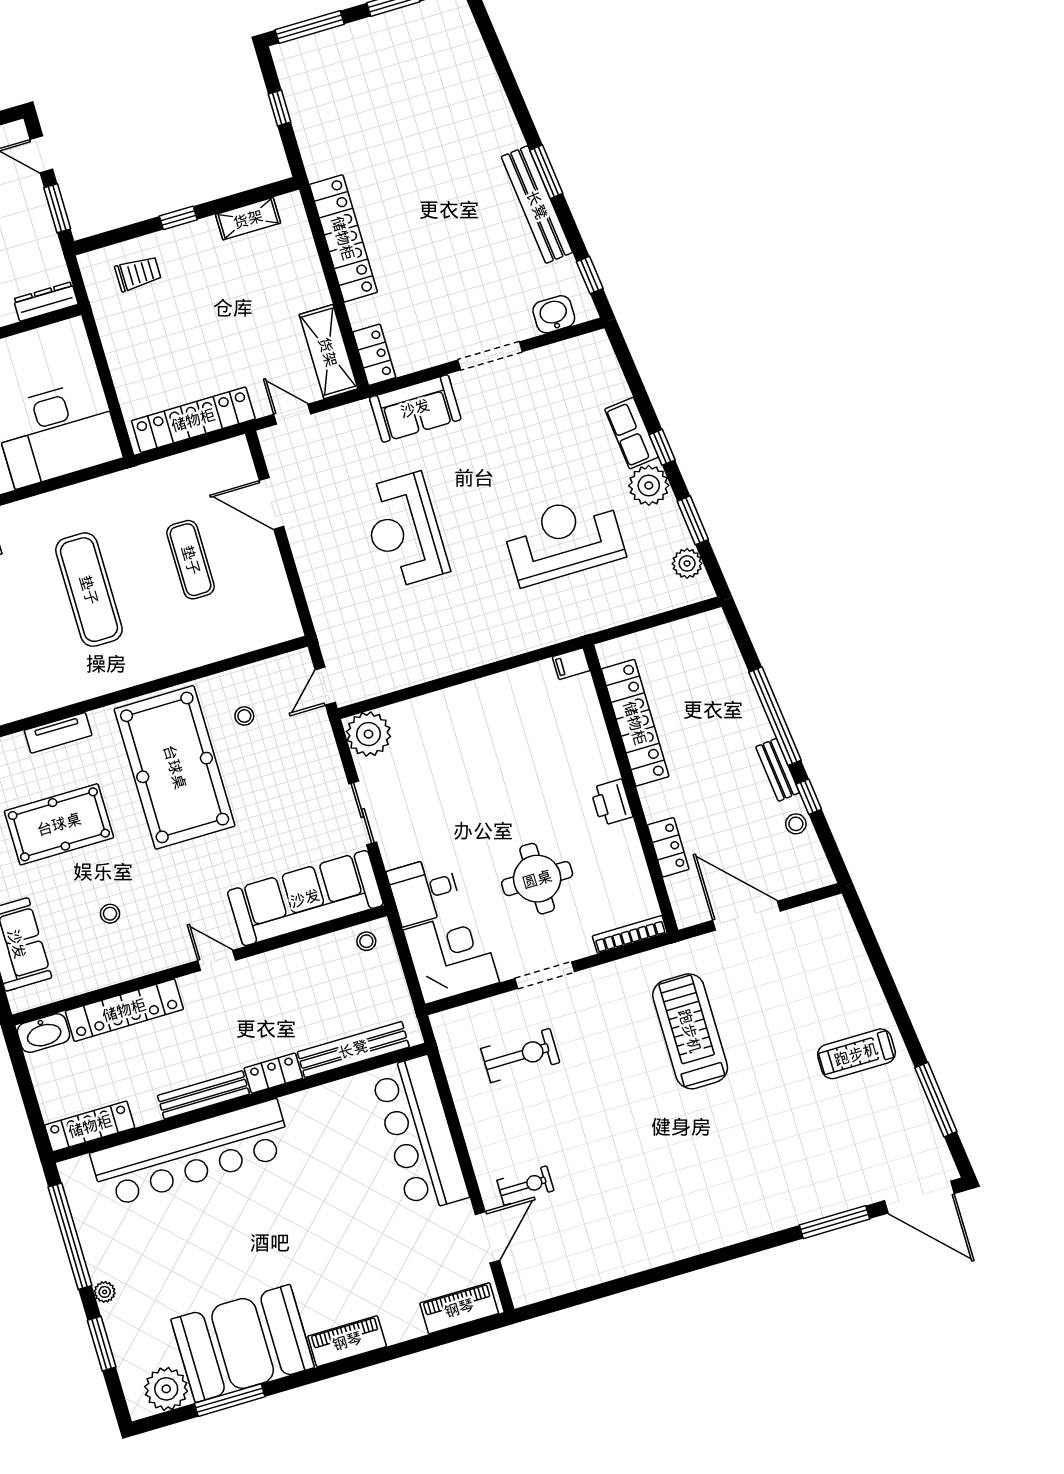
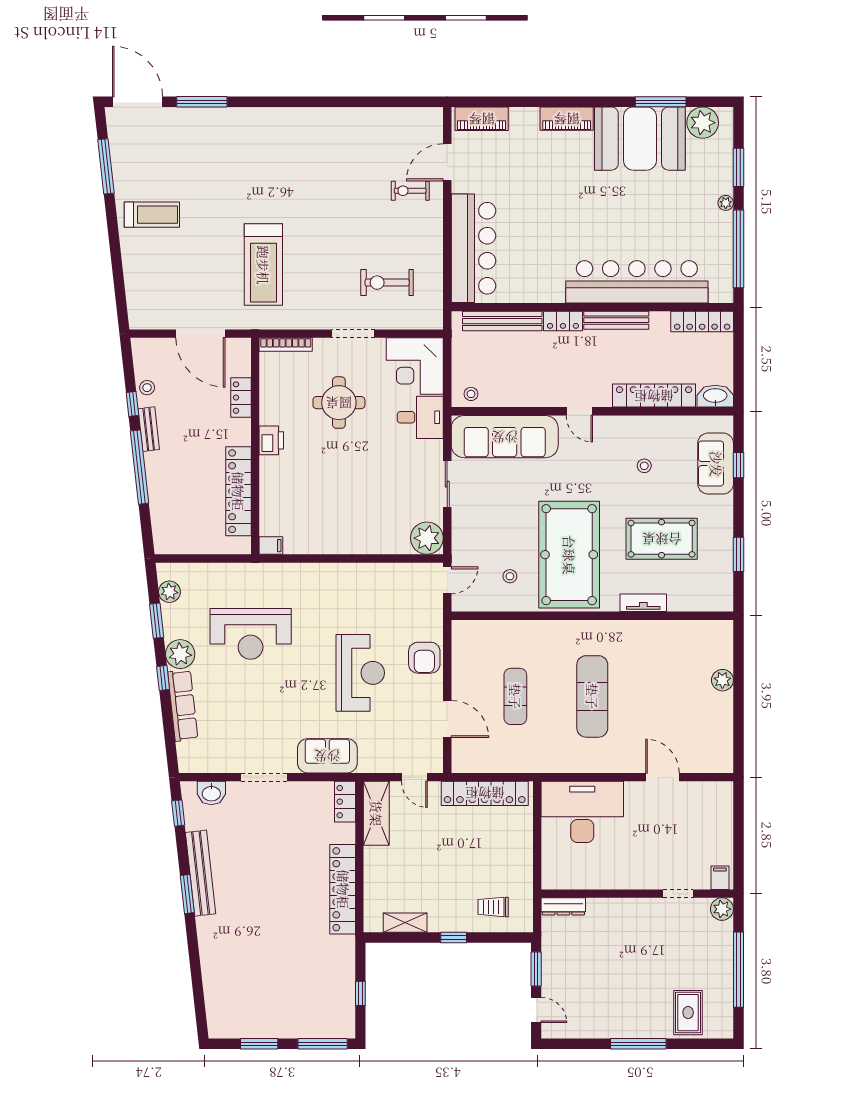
row of seats: (632, 433) -> (183, 705), width x1.48
armchair: (326, 575) -> (424, 658), added

